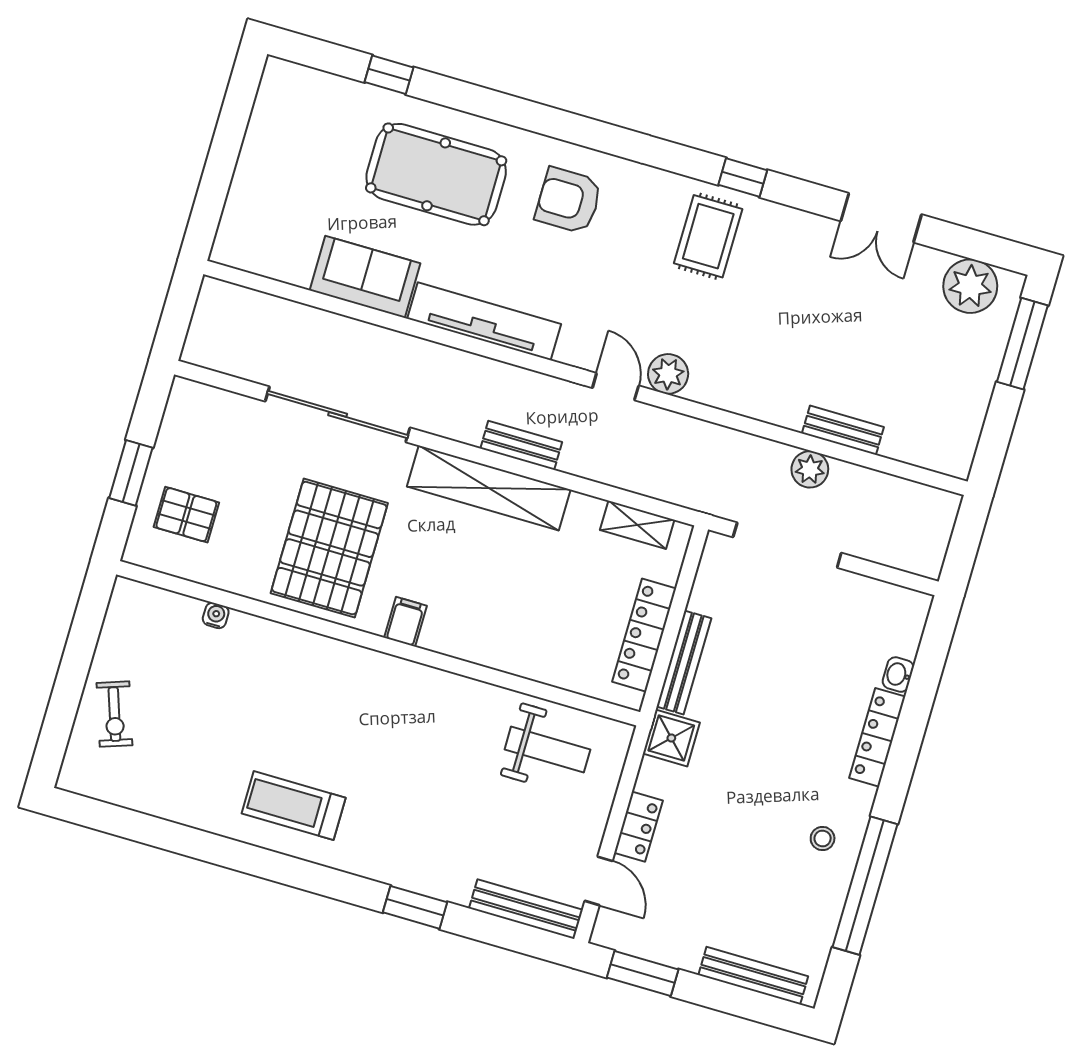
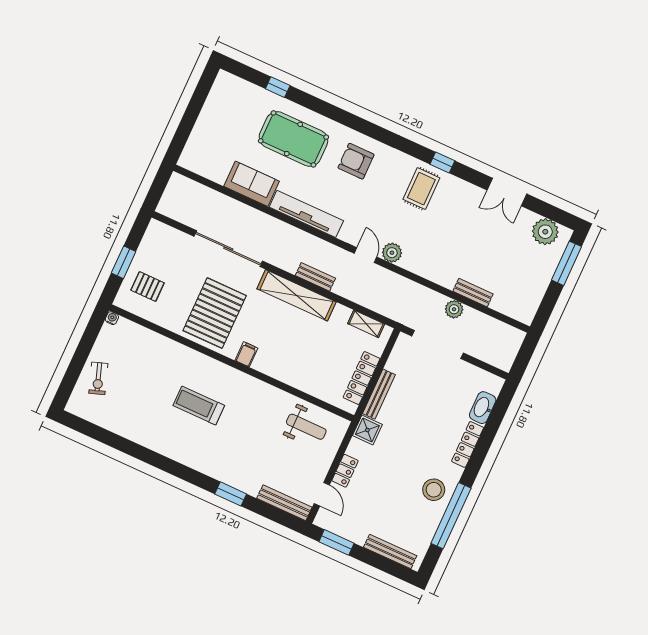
water cooler: (216, 616) -> (112, 318), moved
washbasin: (898, 675) -> (483, 408), width x1.91, depth x1.45
treadmill: (294, 806) -> (199, 406), moved
stool: (823, 838) -> (434, 490), width x1.89, depth x1.89

